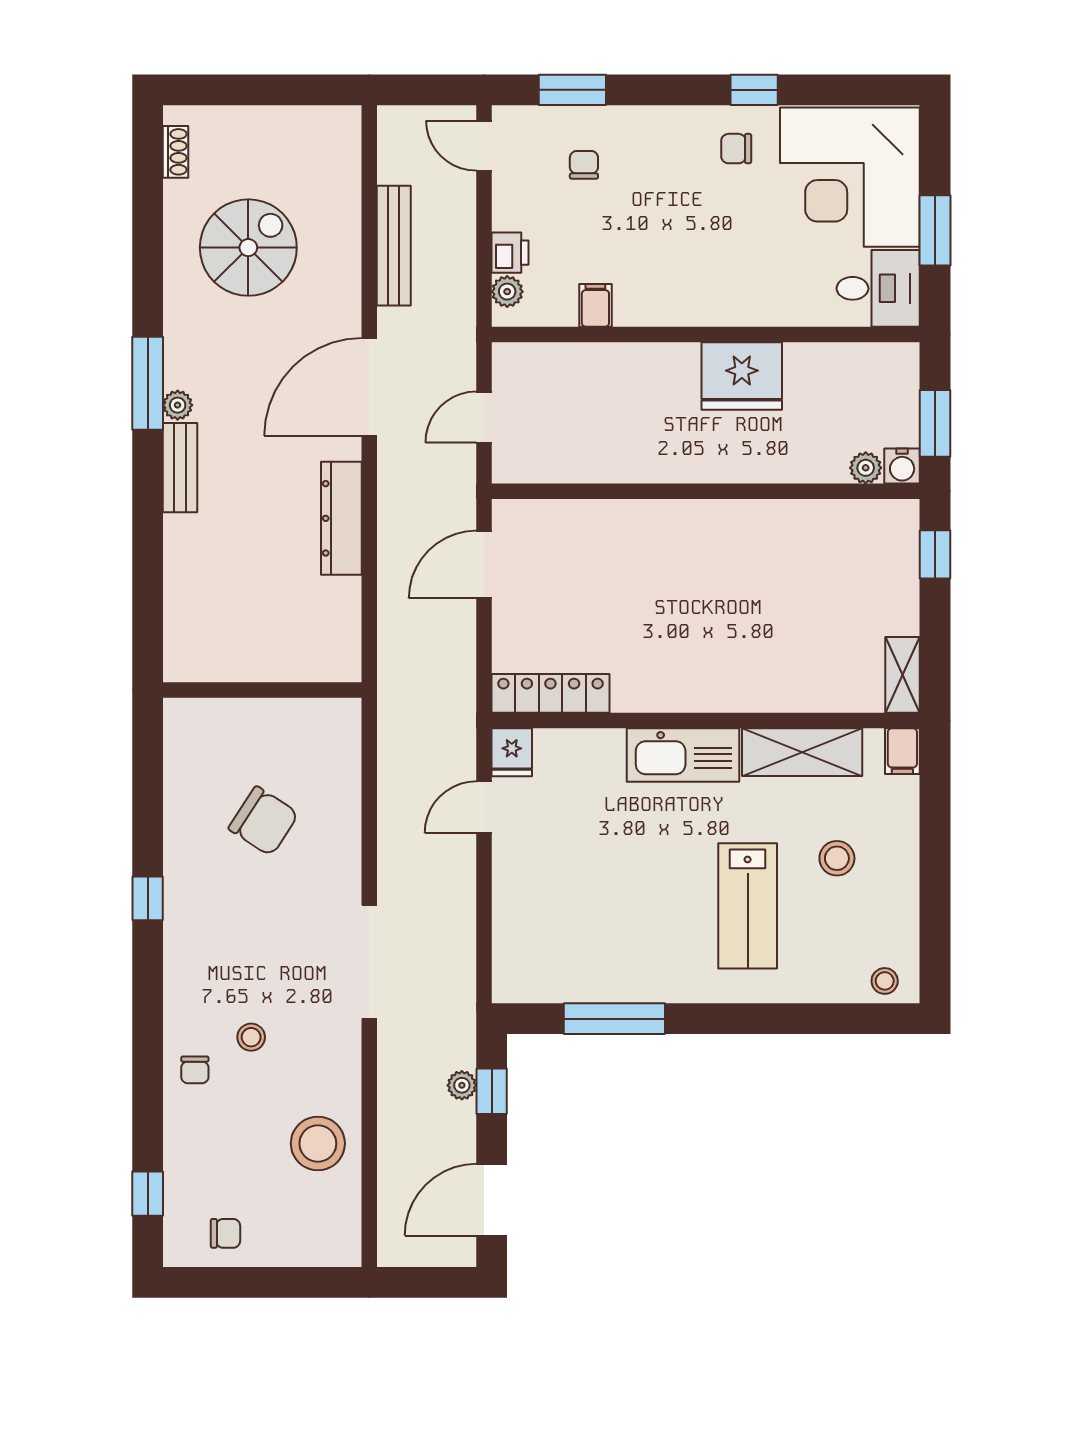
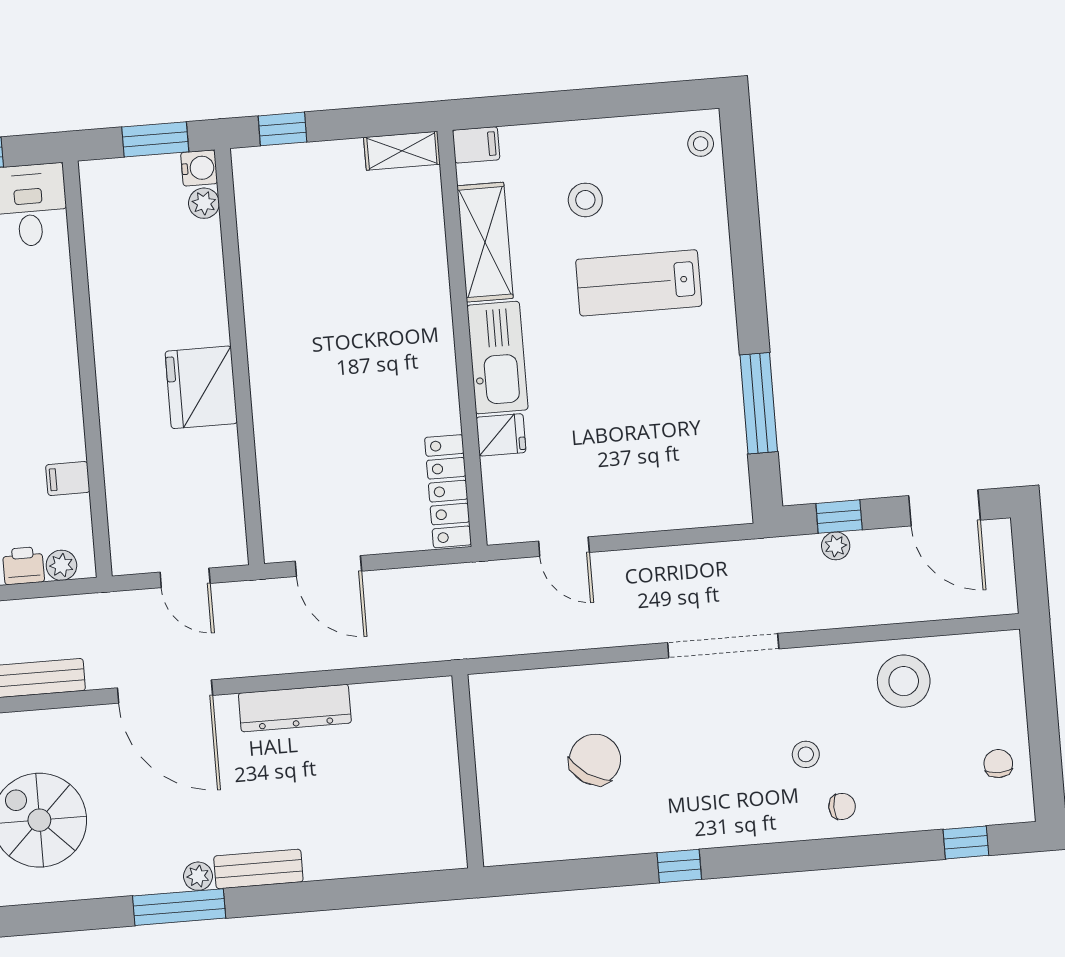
fridge: (742, 376) -> (201, 387), moved, turned 180
fridge: (512, 752) -> (501, 435), moved
lab bench: (748, 906) -> (639, 283), turned 180

